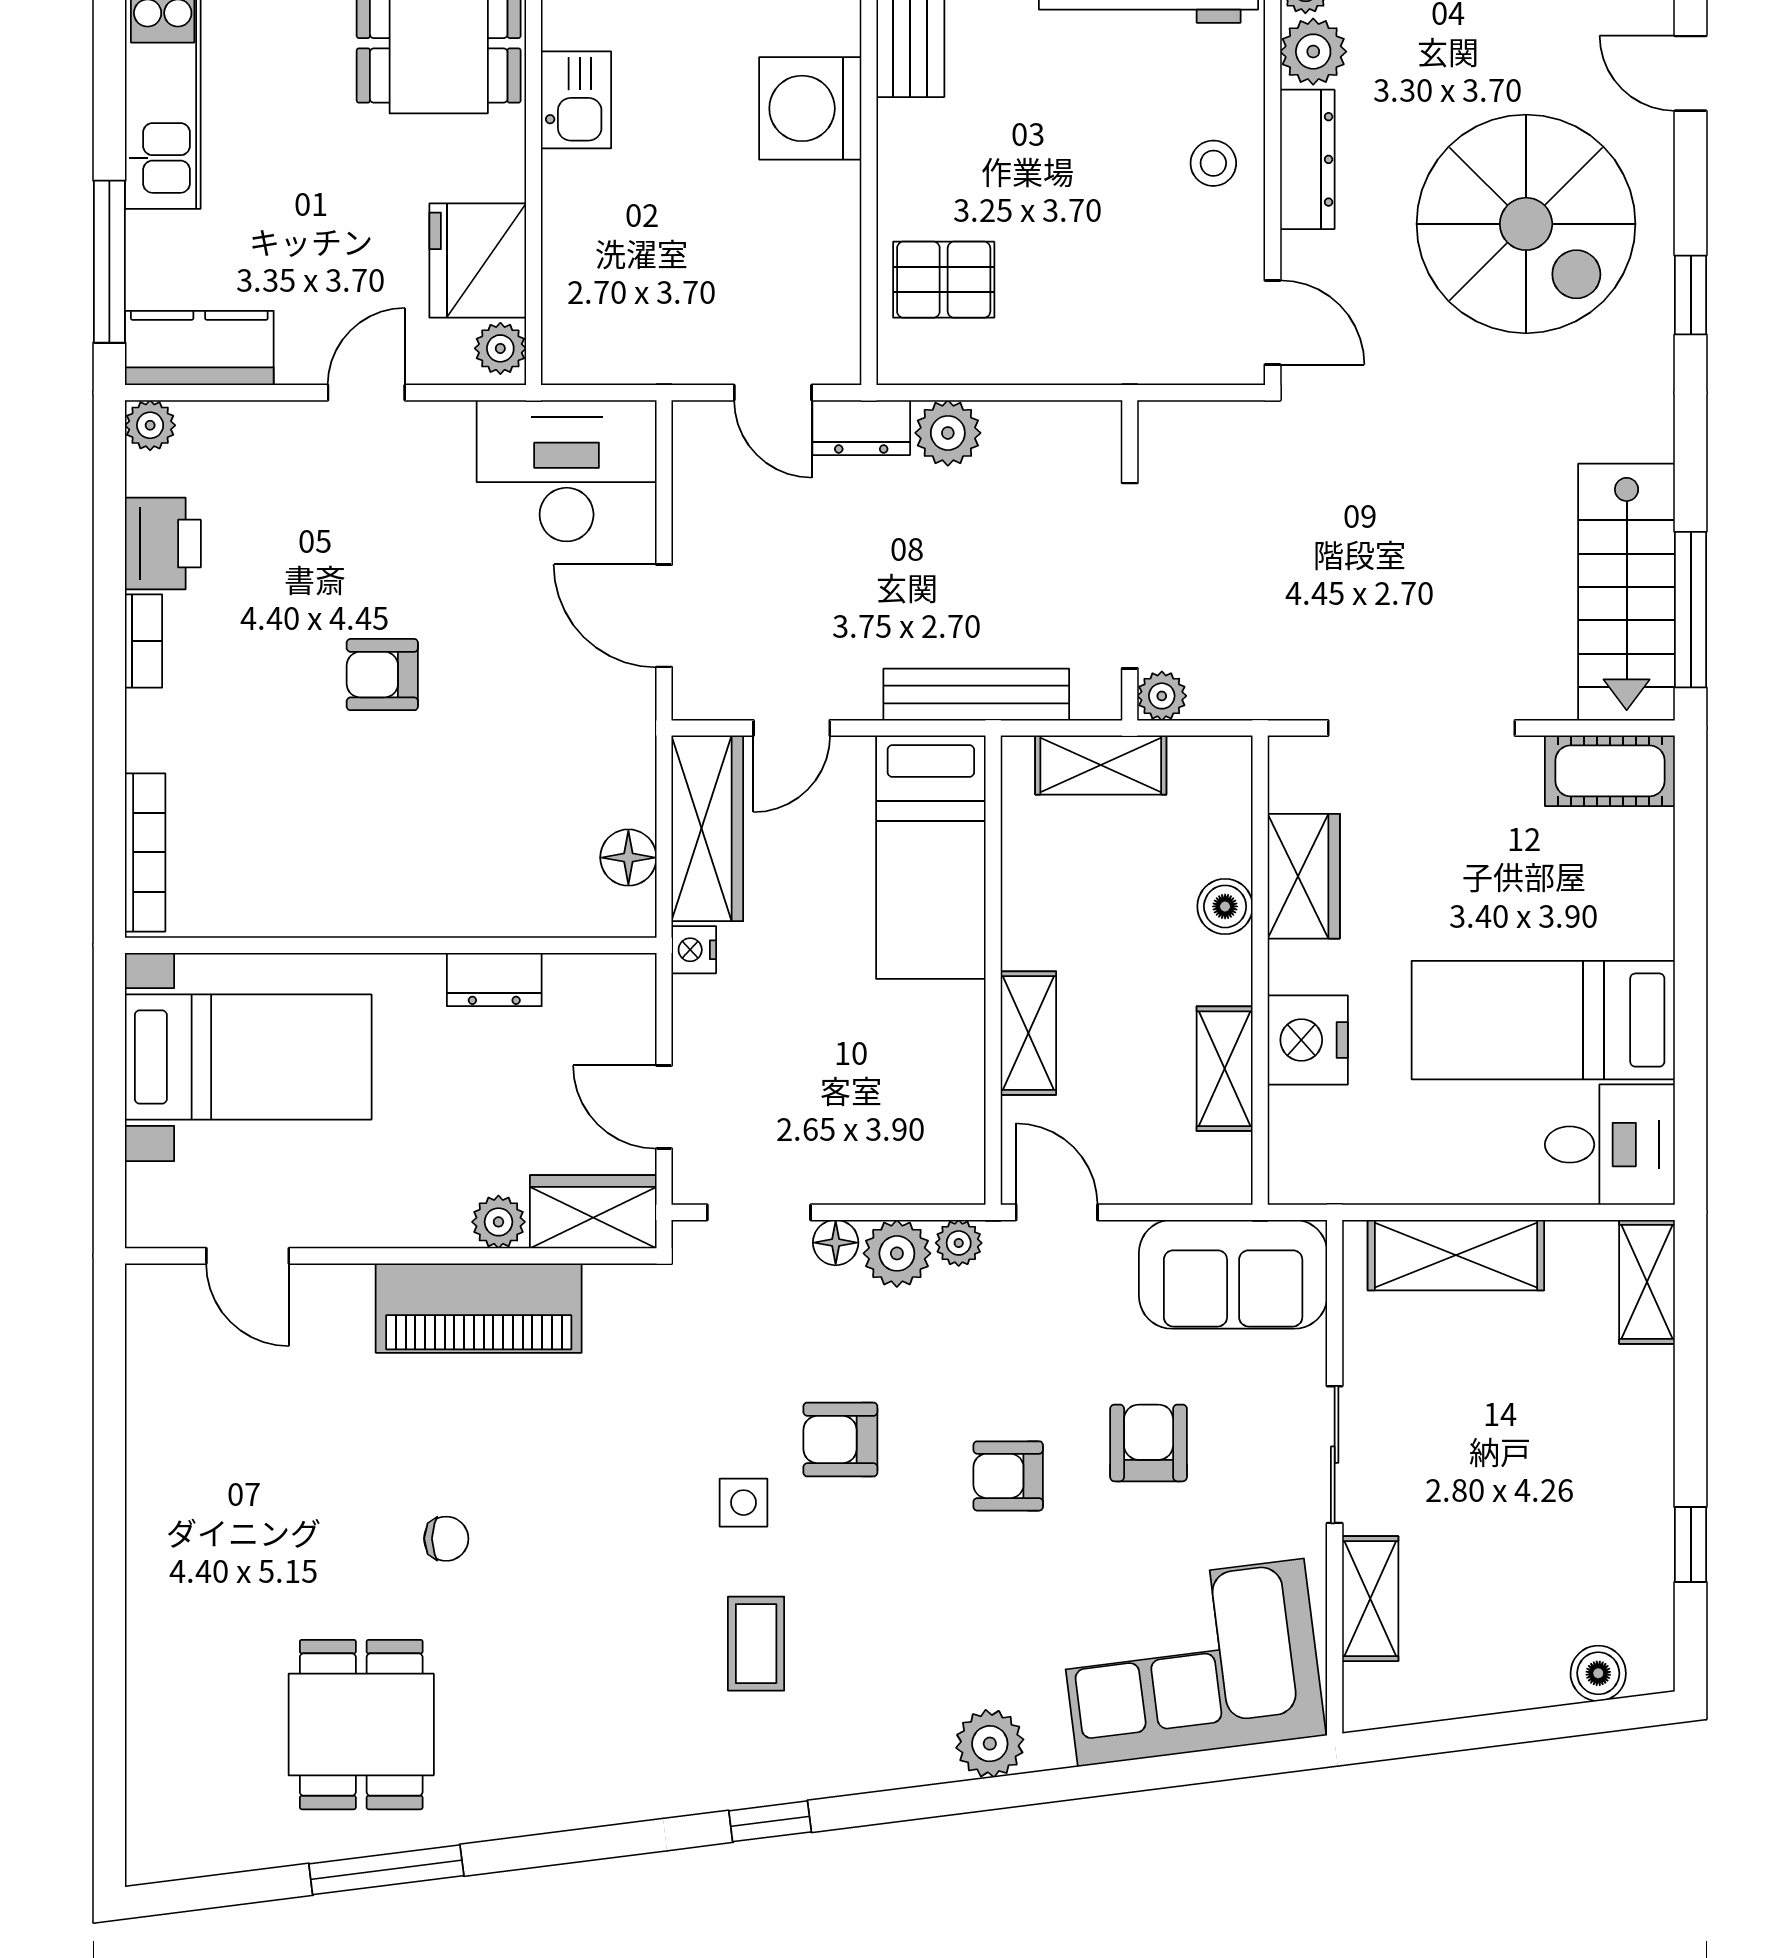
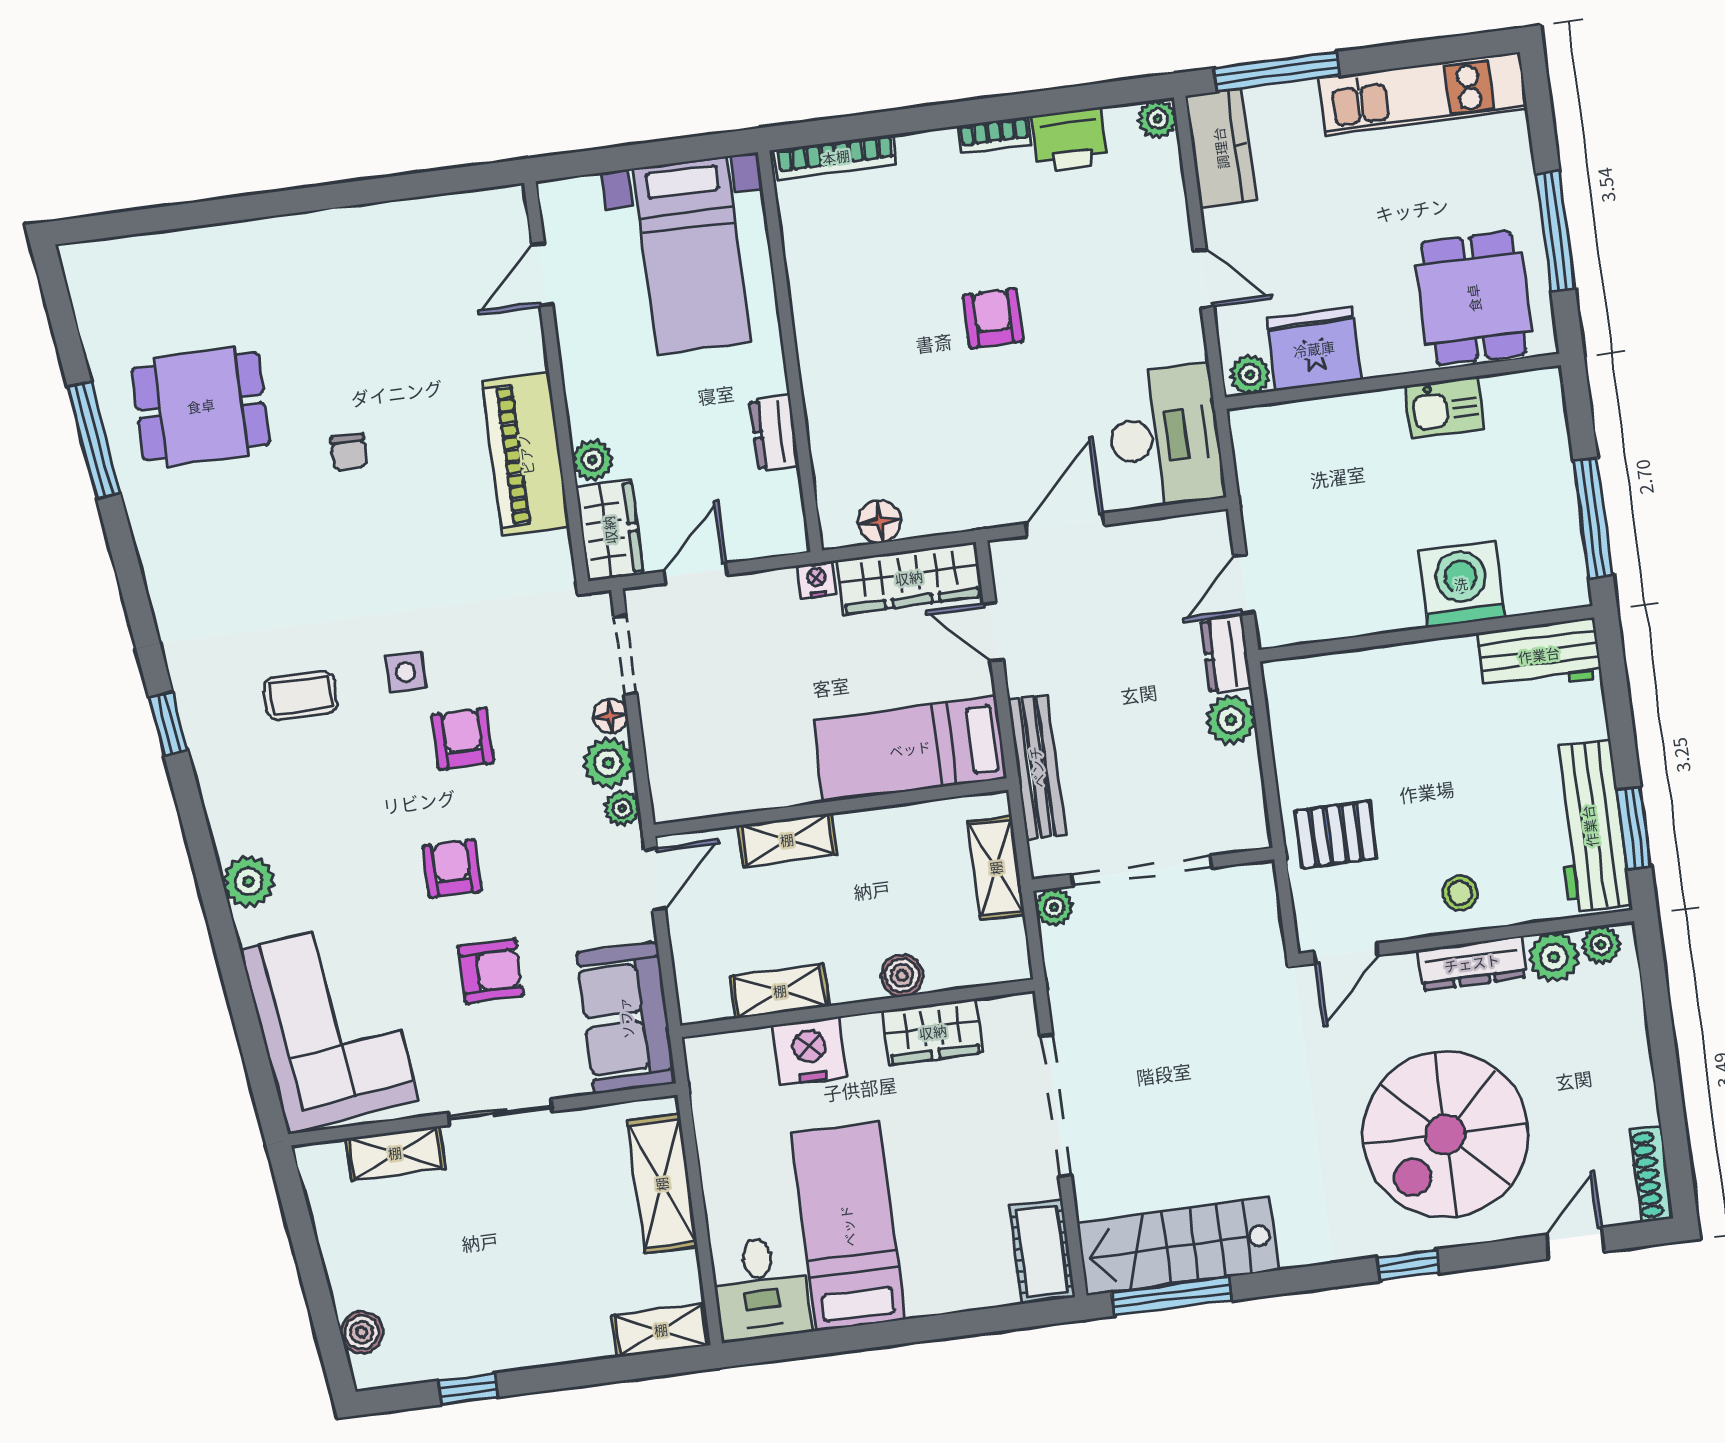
pallet: (944, 280) -> (1336, 835), moved, turned 90

